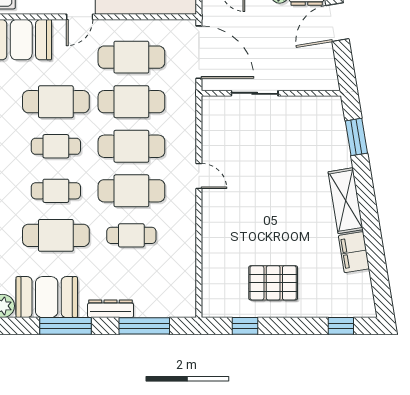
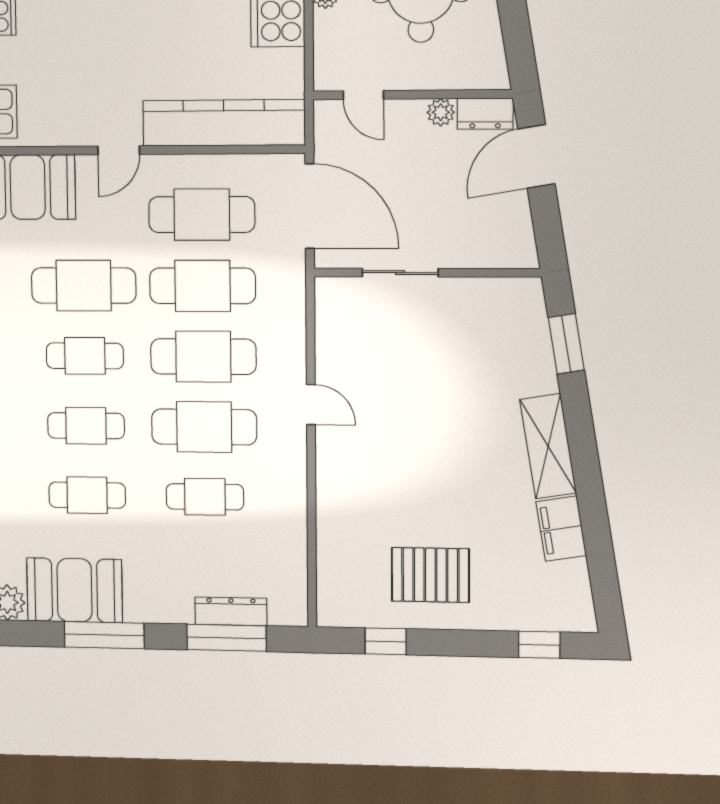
cafe table: (56, 235) -> (87, 495), width x0.73, depth x0.74
dresser: (111, 309) -> (231, 611), moved

